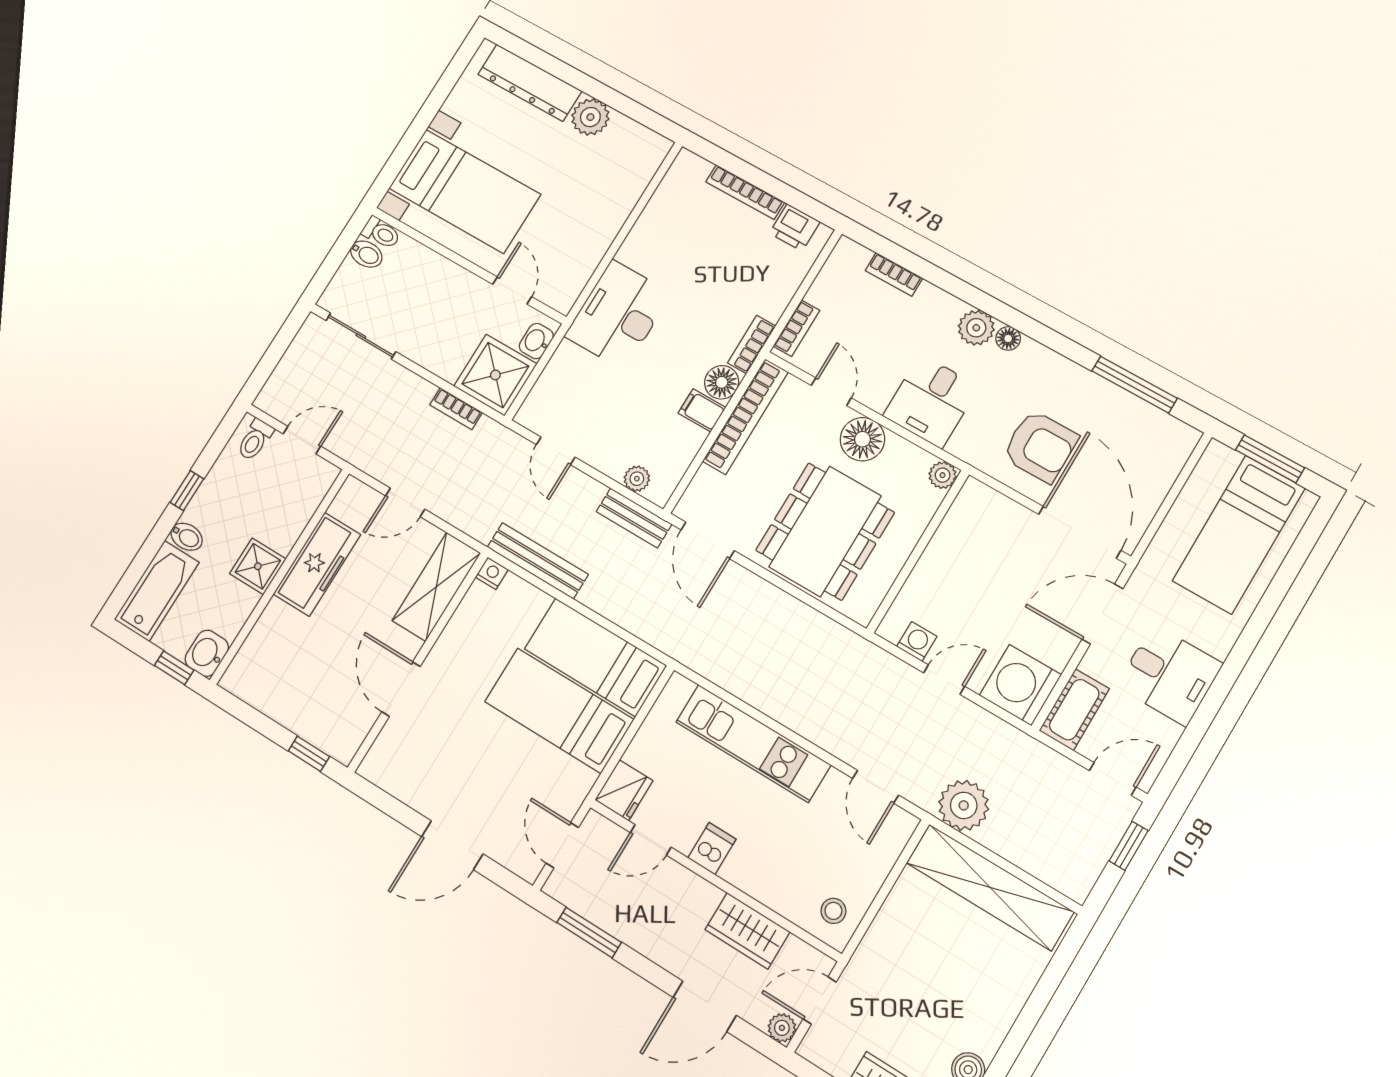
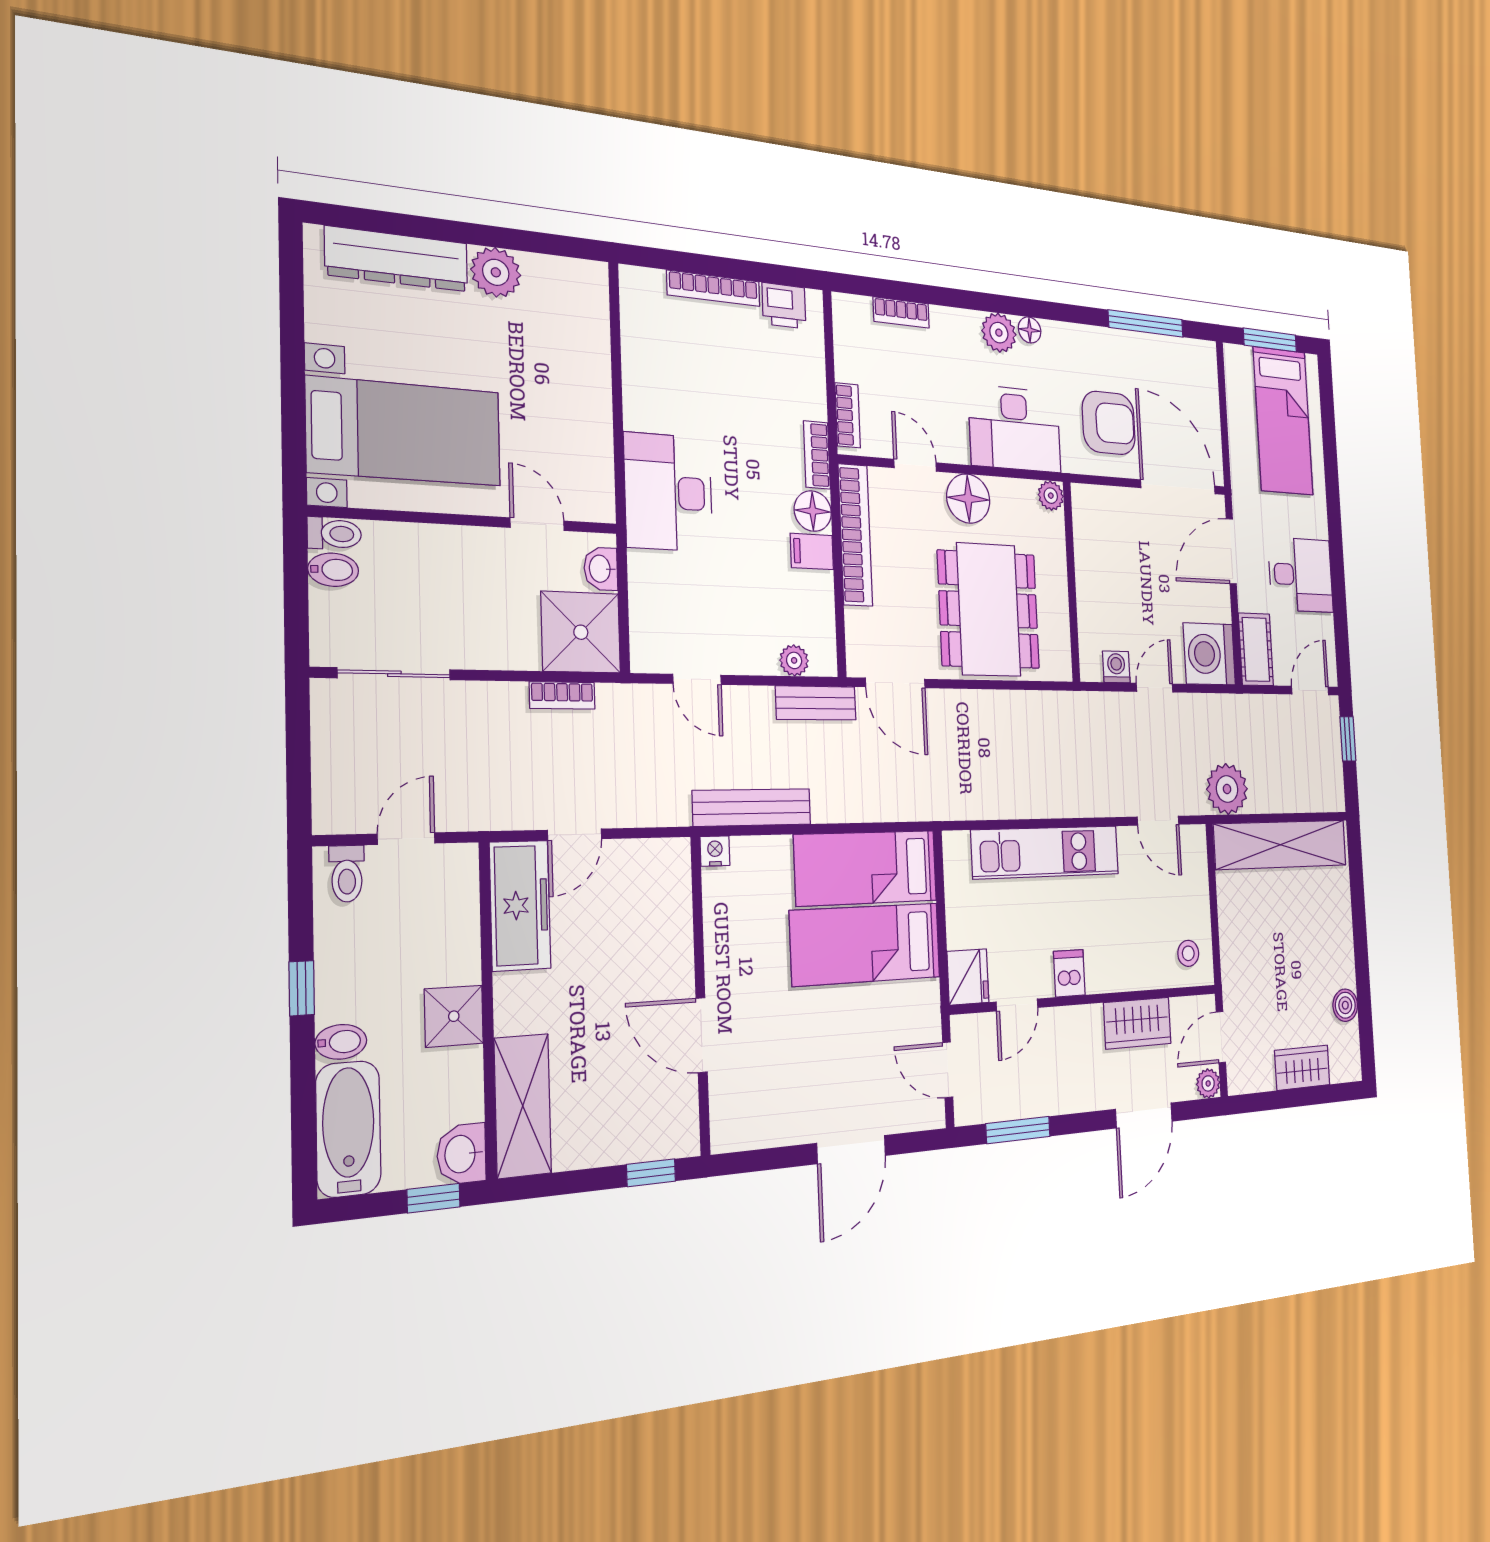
desk: (931, 401) -> (1015, 429), width x1.37
freezer: (317, 564) -> (520, 905), moved
shelving: (436, 587) -> (523, 1106), moved

